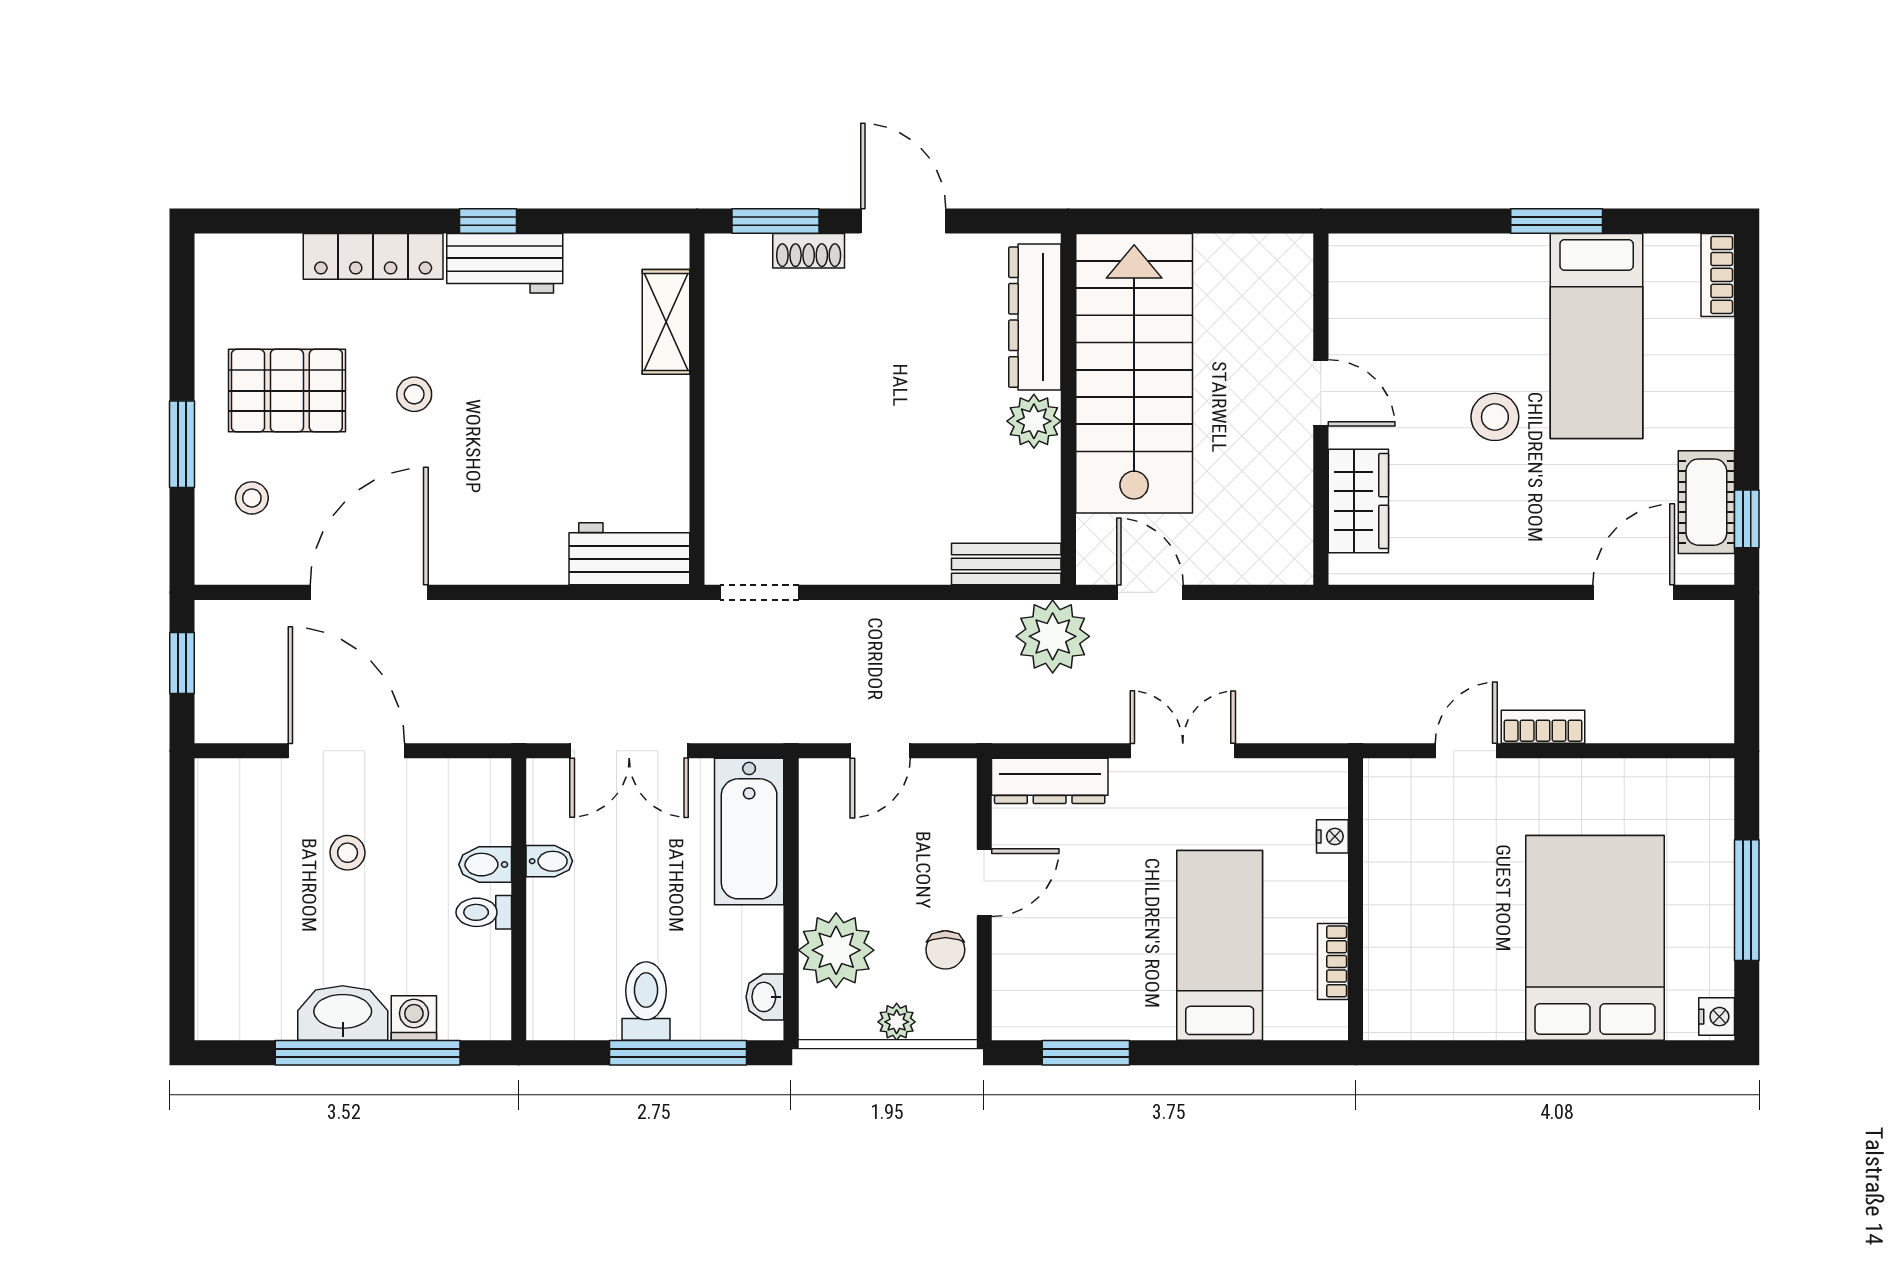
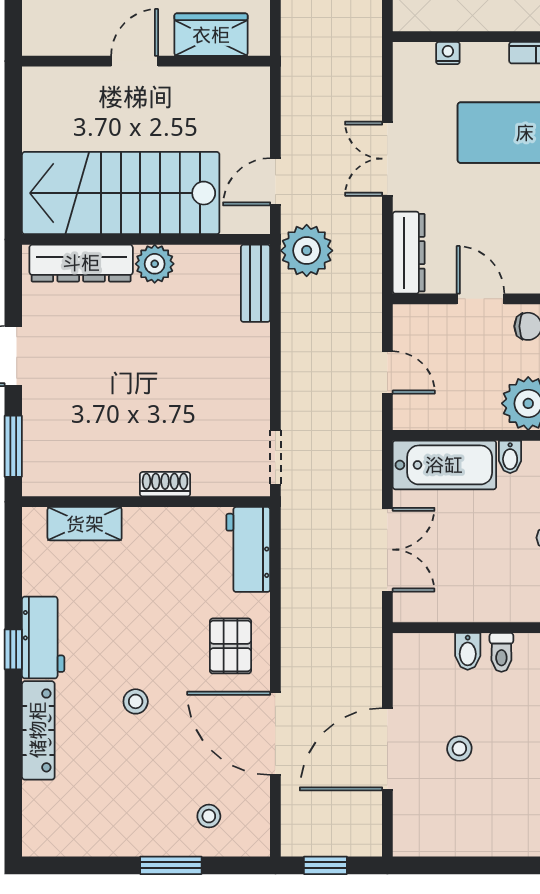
shoe rack: (809, 251) -> (165, 484), moved, turned -90
pallet: (287, 391) -> (230, 646), moved, width x0.67, depth x0.71
bidet: (549, 861) -> (510, 457), moved, turned 180

